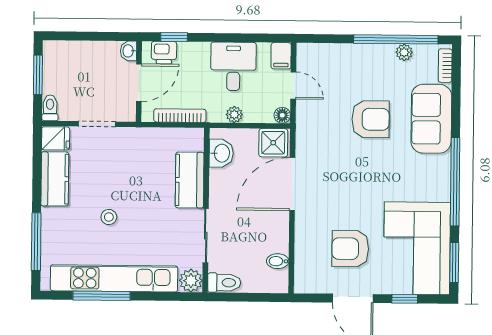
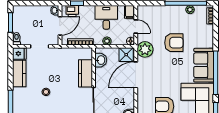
sofa: (431, 119) -> (204, 65), moved
plant: (312, 132) -> (145, 49), added

